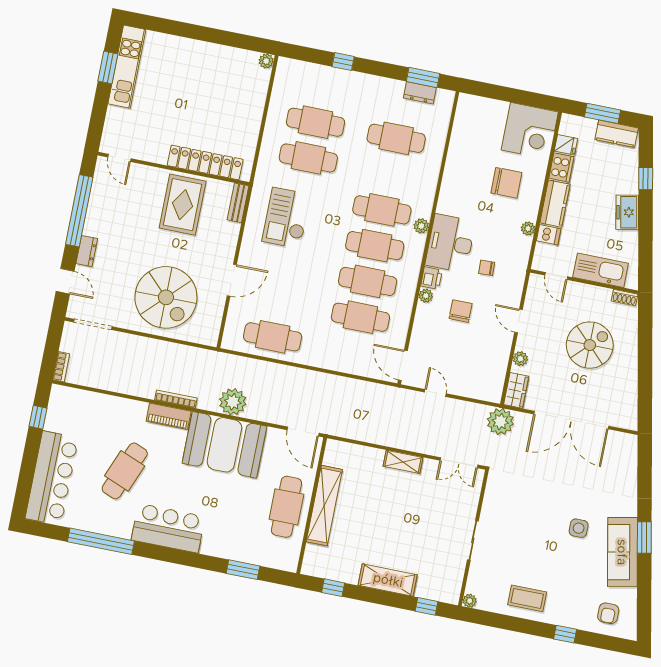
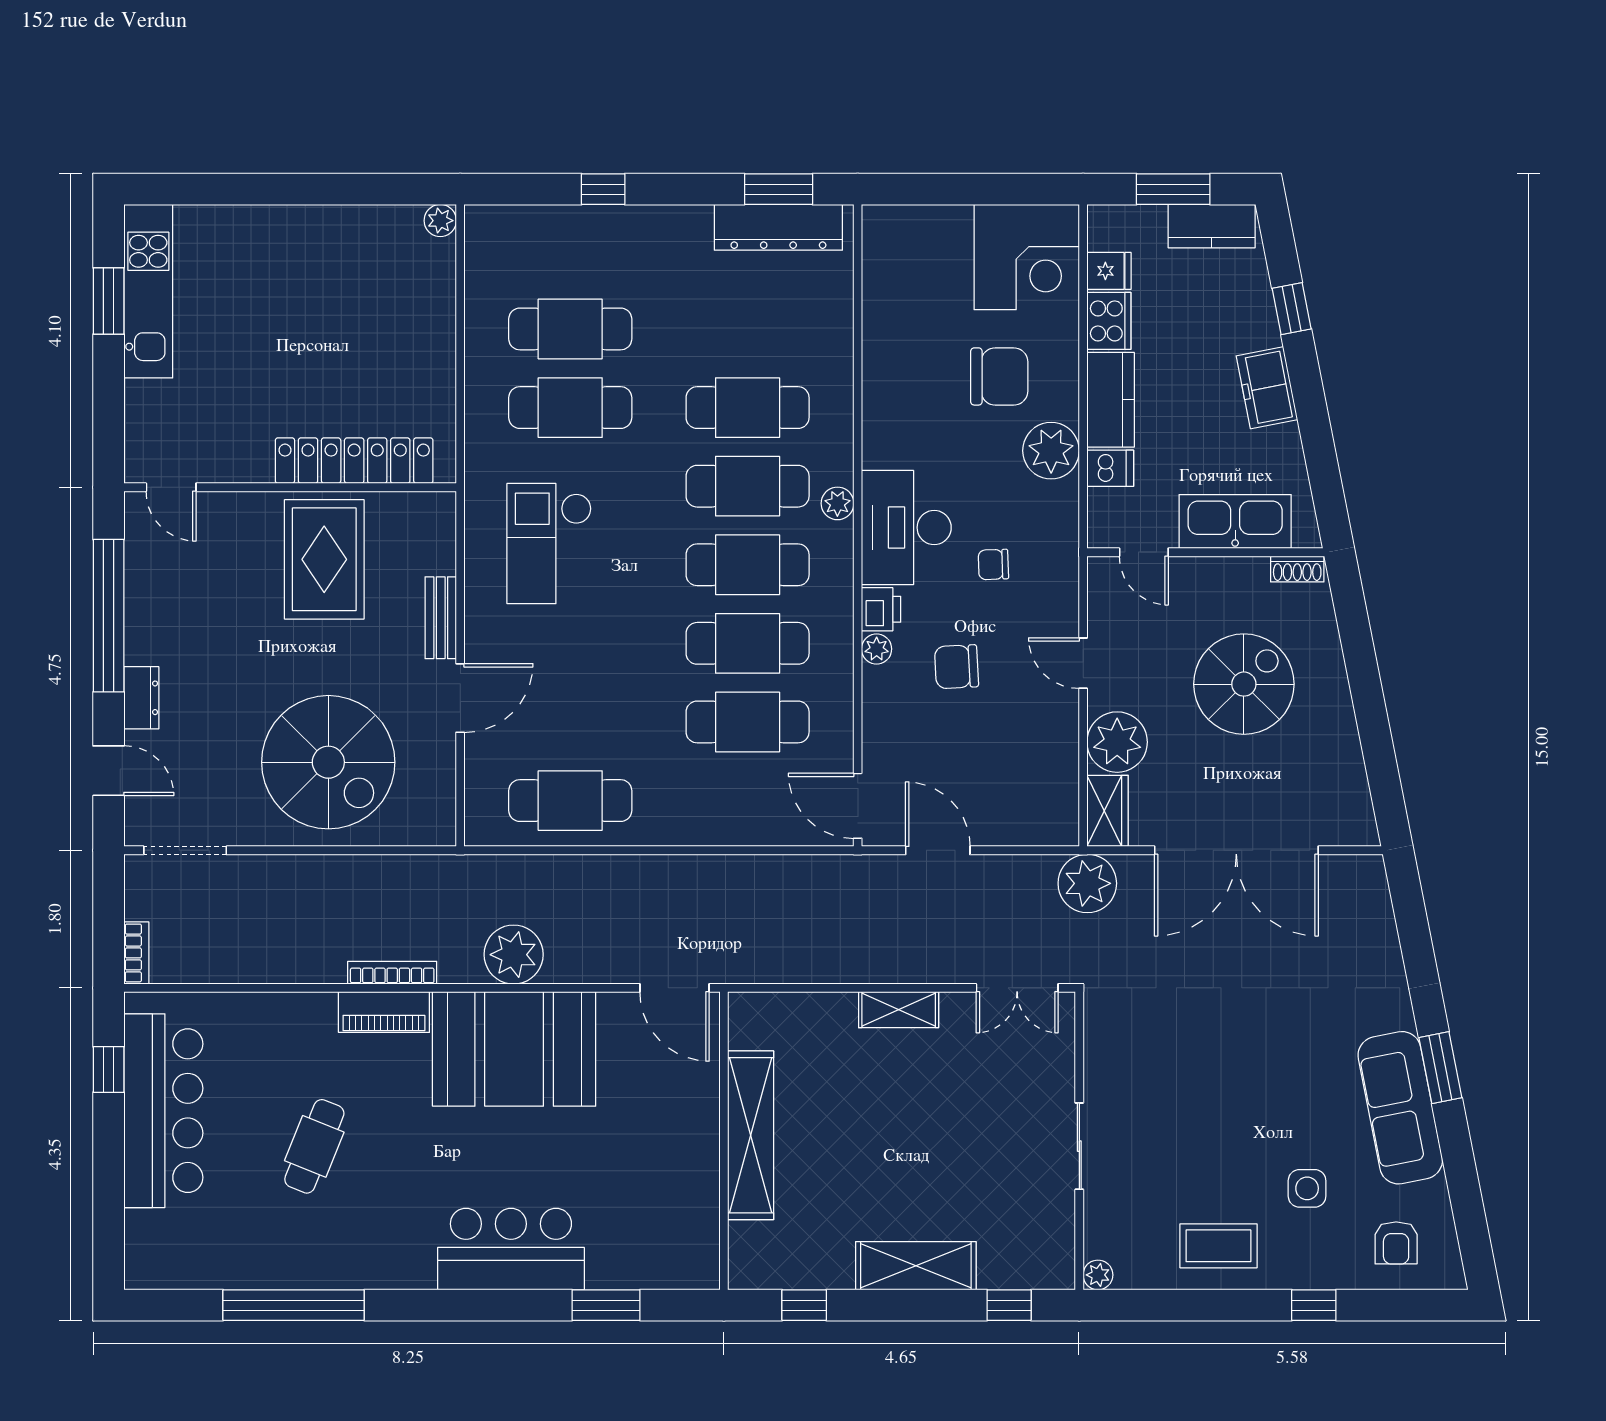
dresser: (420, 93) -> (778, 227), width x1.96, depth x1.24
cafe table: (396, 138) -> (748, 408), moved
bench: (238, 203) -> (441, 618), moved
plant: (528, 228) -> (1051, 451), width x1.87, depth x1.87
chair: (461, 311) -> (956, 667), turned -93
plant: (520, 359) -> (1117, 742), width x1.87, depth x1.87
door: (435, 393) -> (938, 850), width x1.38
cafe table: (125, 471) -> (314, 1146), width x0.73, depth x0.74
bar counter: (52, 478) -> (163, 1111), moved
cafe table: (286, 507) -> (671, 1154), removed
bar counter: (168, 528) -> (511, 1249), moved
side table: (579, 528) -> (1307, 1188), moved

